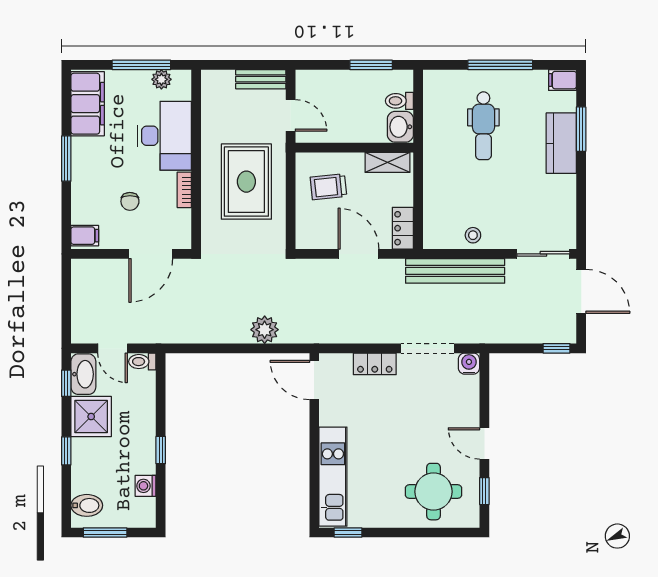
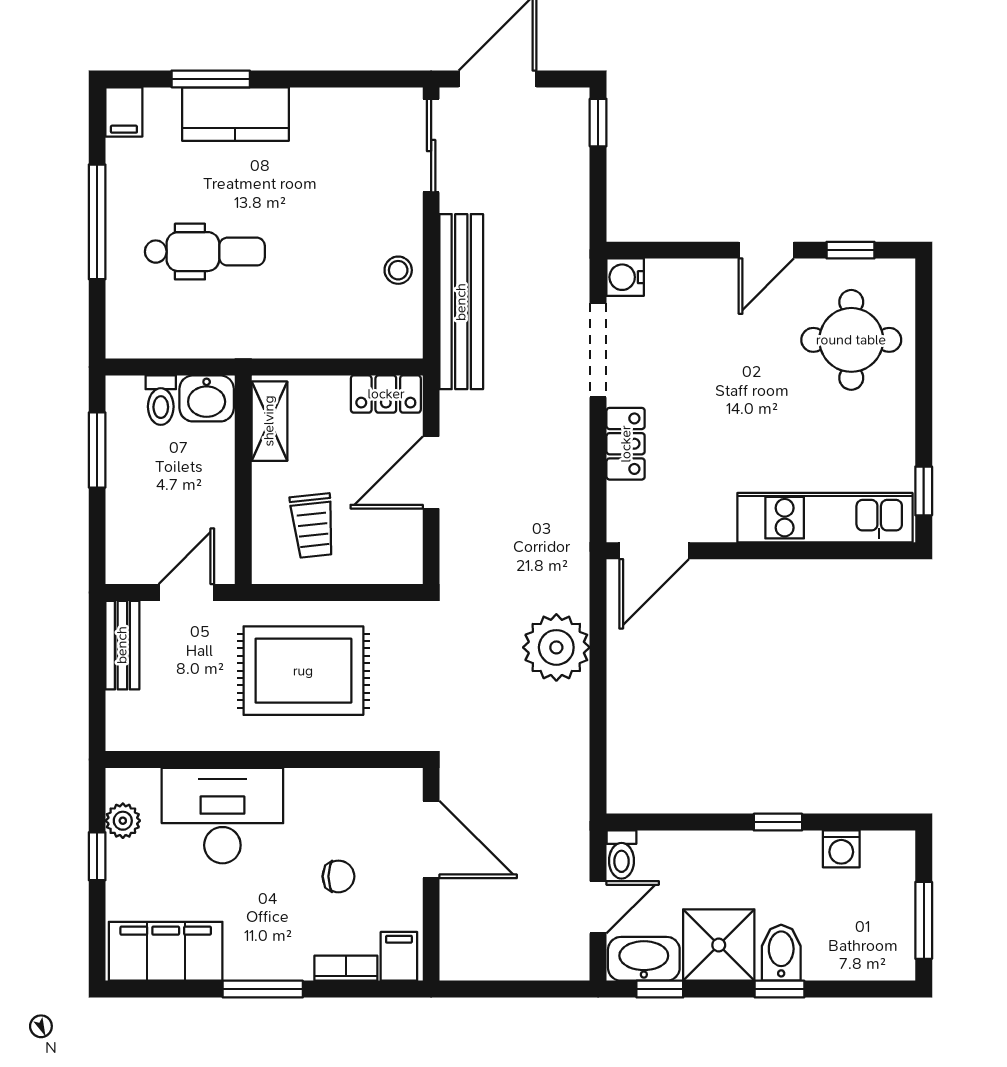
window: (141, 65) -> (97, 856), width x0.46
bookcase: (184, 190) -> (346, 968), moved, turned 180
plant: (265, 330) -> (556, 647), width x1.36, depth x1.36
bidet: (87, 505) -> (781, 953), moved

